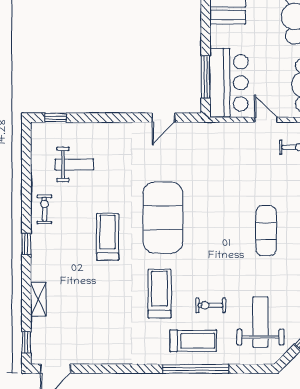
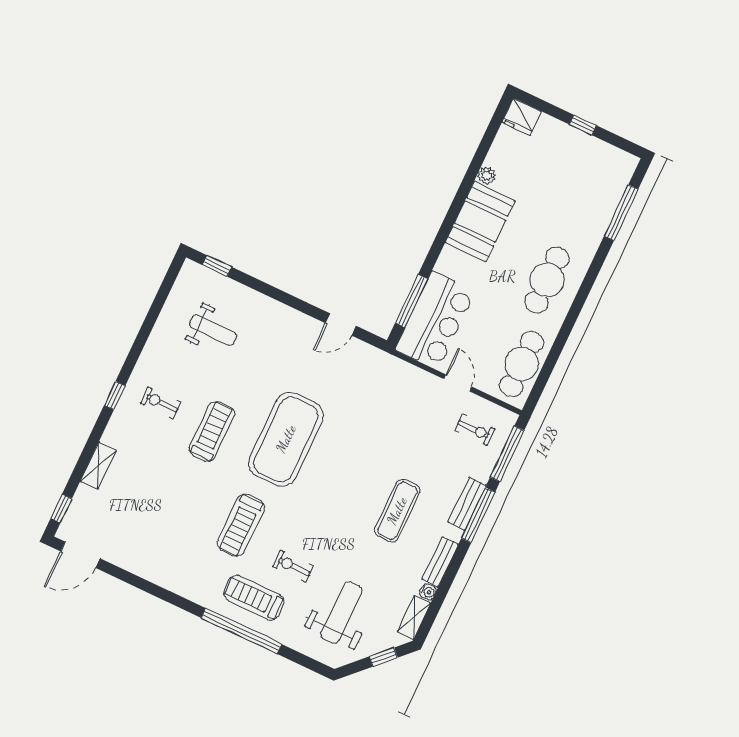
exercise bike: (44, 209) -> (161, 403), moved, turned -90
treadmill: (160, 294) -> (241, 525), turned 180
treadmill: (193, 341) -> (254, 598), turned 180

